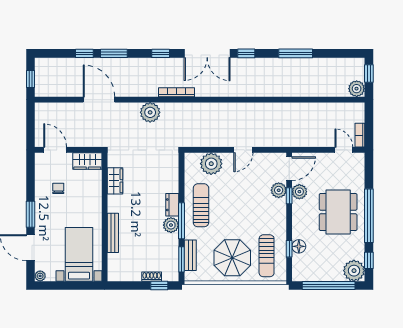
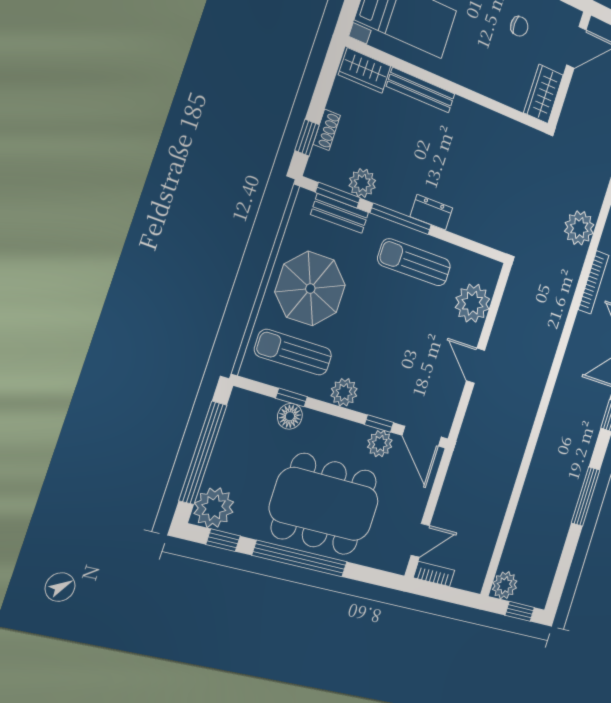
wardrobe: (115, 181) -> (365, 70), moved
plant: (279, 190) -> (344, 392), moved
sun lounger: (201, 205) -> (414, 262), turned 180
dining table: (338, 212) -> (324, 504), width x1.36, depth x1.24
plant: (171, 225) -> (362, 183), moved

